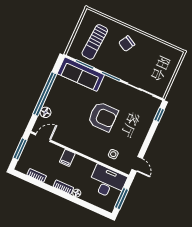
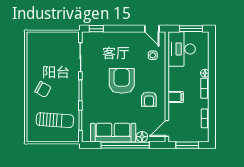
sofa: (81, 74) -> (113, 133), moved, turned -90
armchair: (76, 133) -> (149, 99), added
door: (43, 138) -> (167, 128), hinge flipped
door: (137, 164) -> (152, 29), swing flipped

